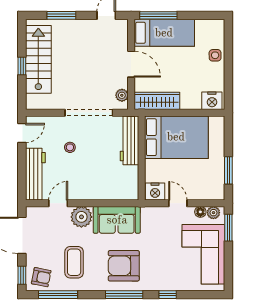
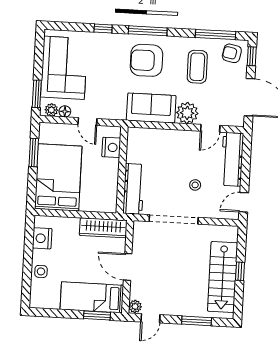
window: (158, 15) -> (97, 315), width x0.69
plant: (122, 95) -> (135, 306), moved
nightstand: (212, 101) -> (42, 238), moved, turned -90
bed: (176, 137) -> (58, 177), moved, turned 90
nightstand: (155, 192) -> (111, 147), moved, turned 90
armchair: (124, 266) -> (146, 60), turned 180

